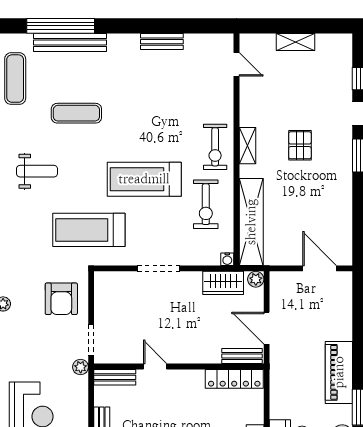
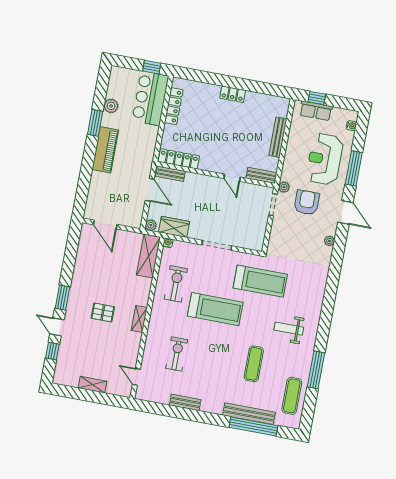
exercise mat: (76, 113) -> (254, 364), turned 90
pallet: (300, 145) -> (103, 312), turned 90
exercise bike: (215, 147) -> (177, 354), moved
shelving: (251, 222) -> (148, 256), width x0.68
armchair: (61, 299) -> (307, 202), moved

